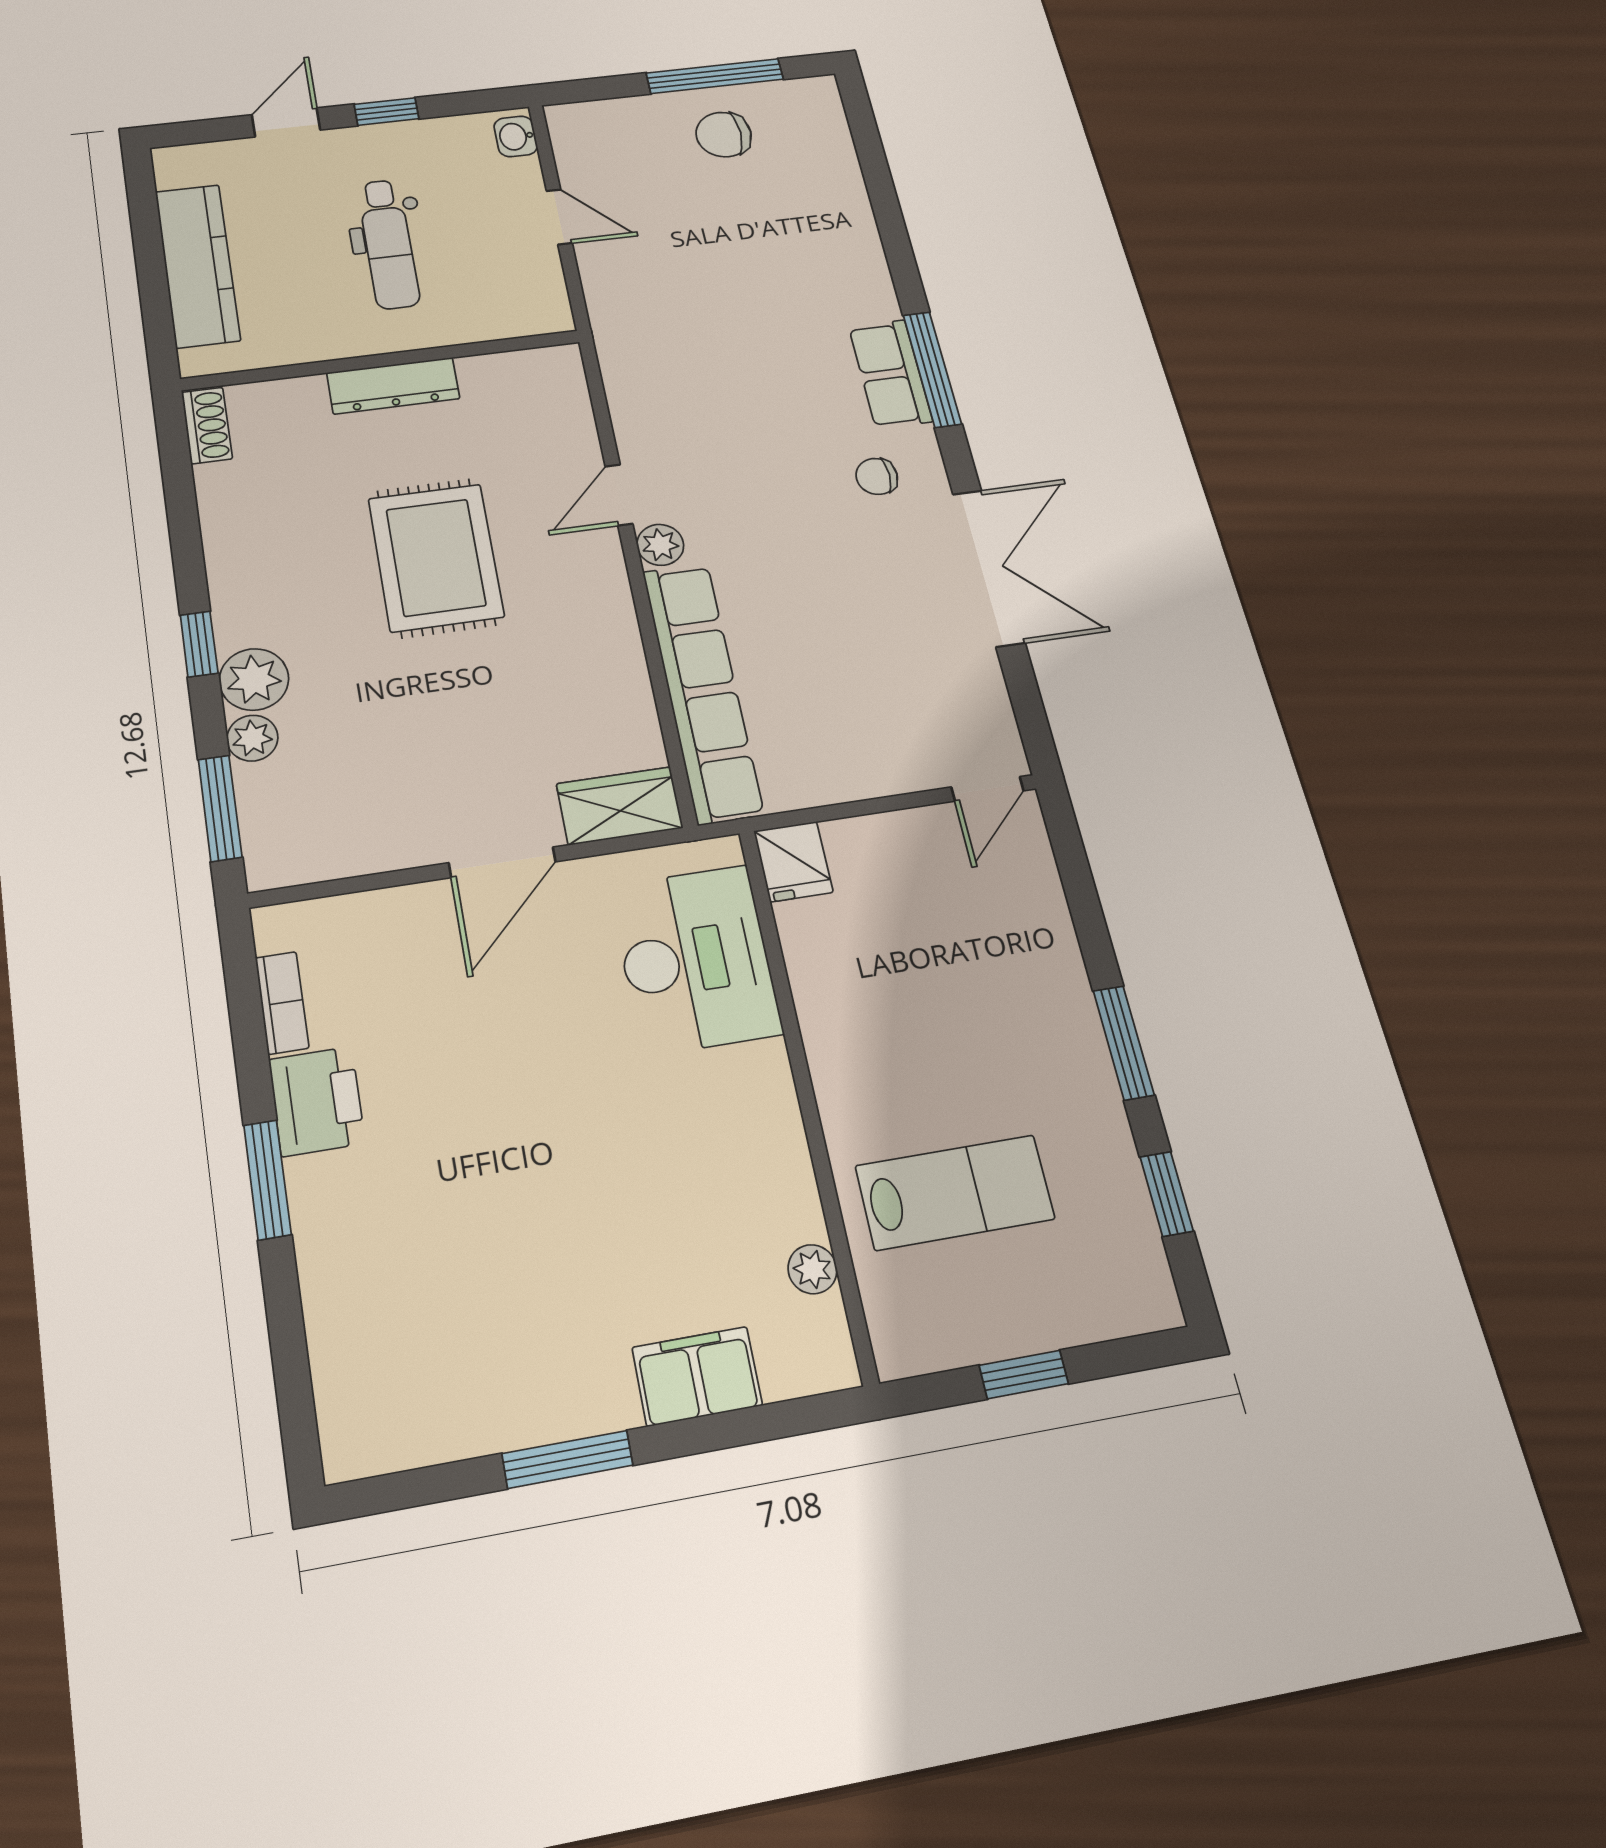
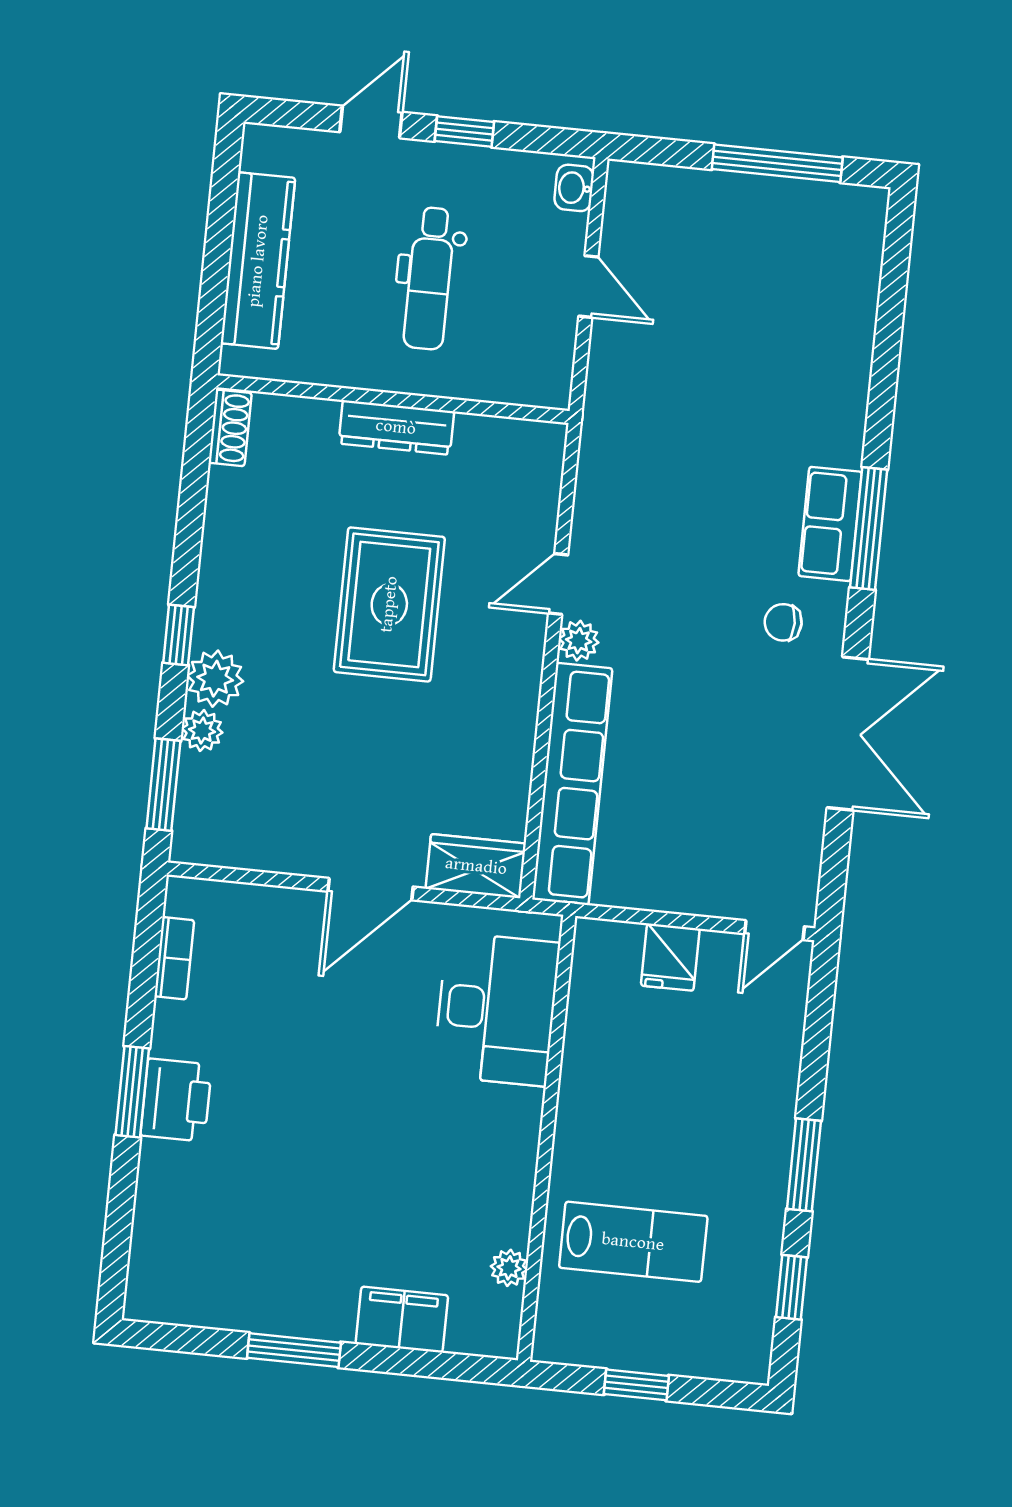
chair: (724, 135) -> (764, 232), removed
fridge: (793, 862) -> (670, 957), moved
printer: (317, 1101) -> (176, 1100), moved

